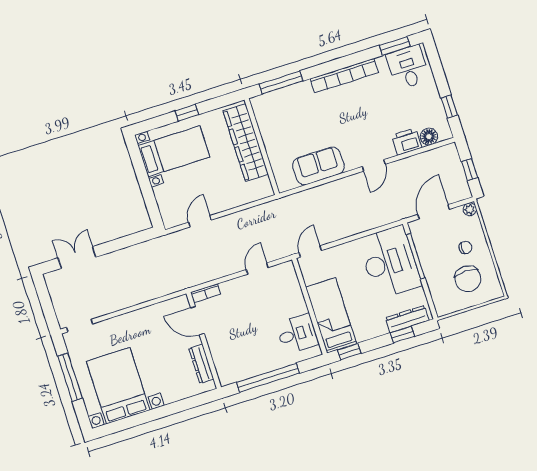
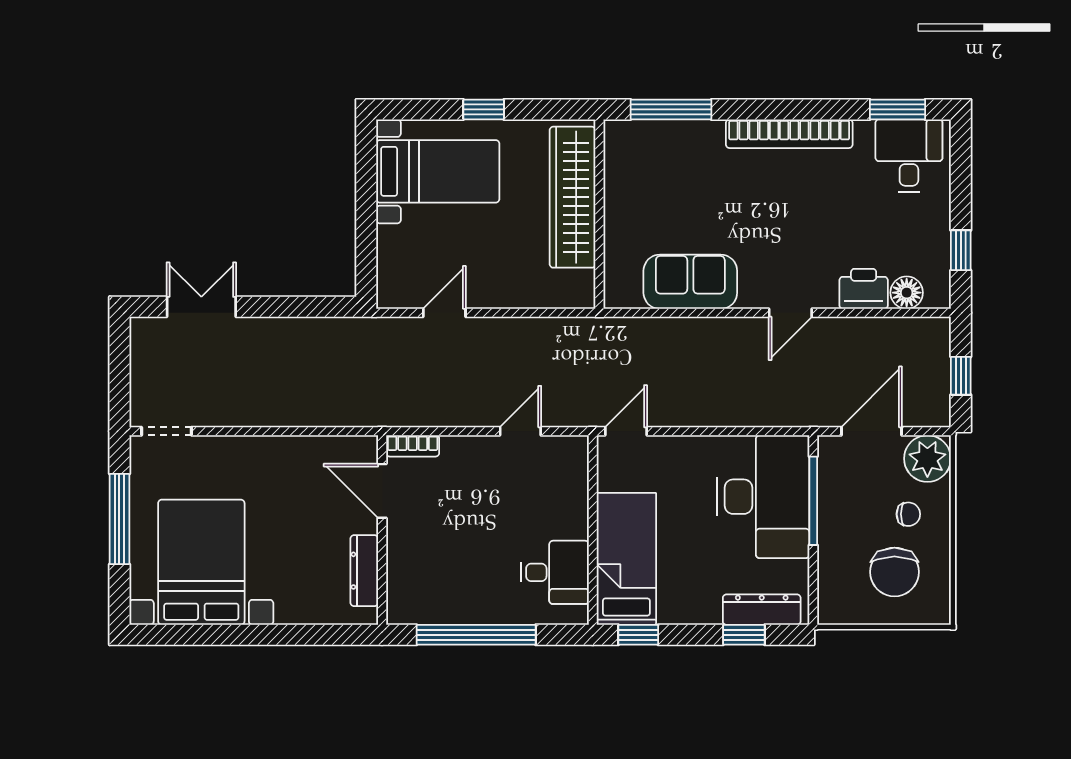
plant: (470, 209) -> (927, 459), width x1.88, depth x1.88

